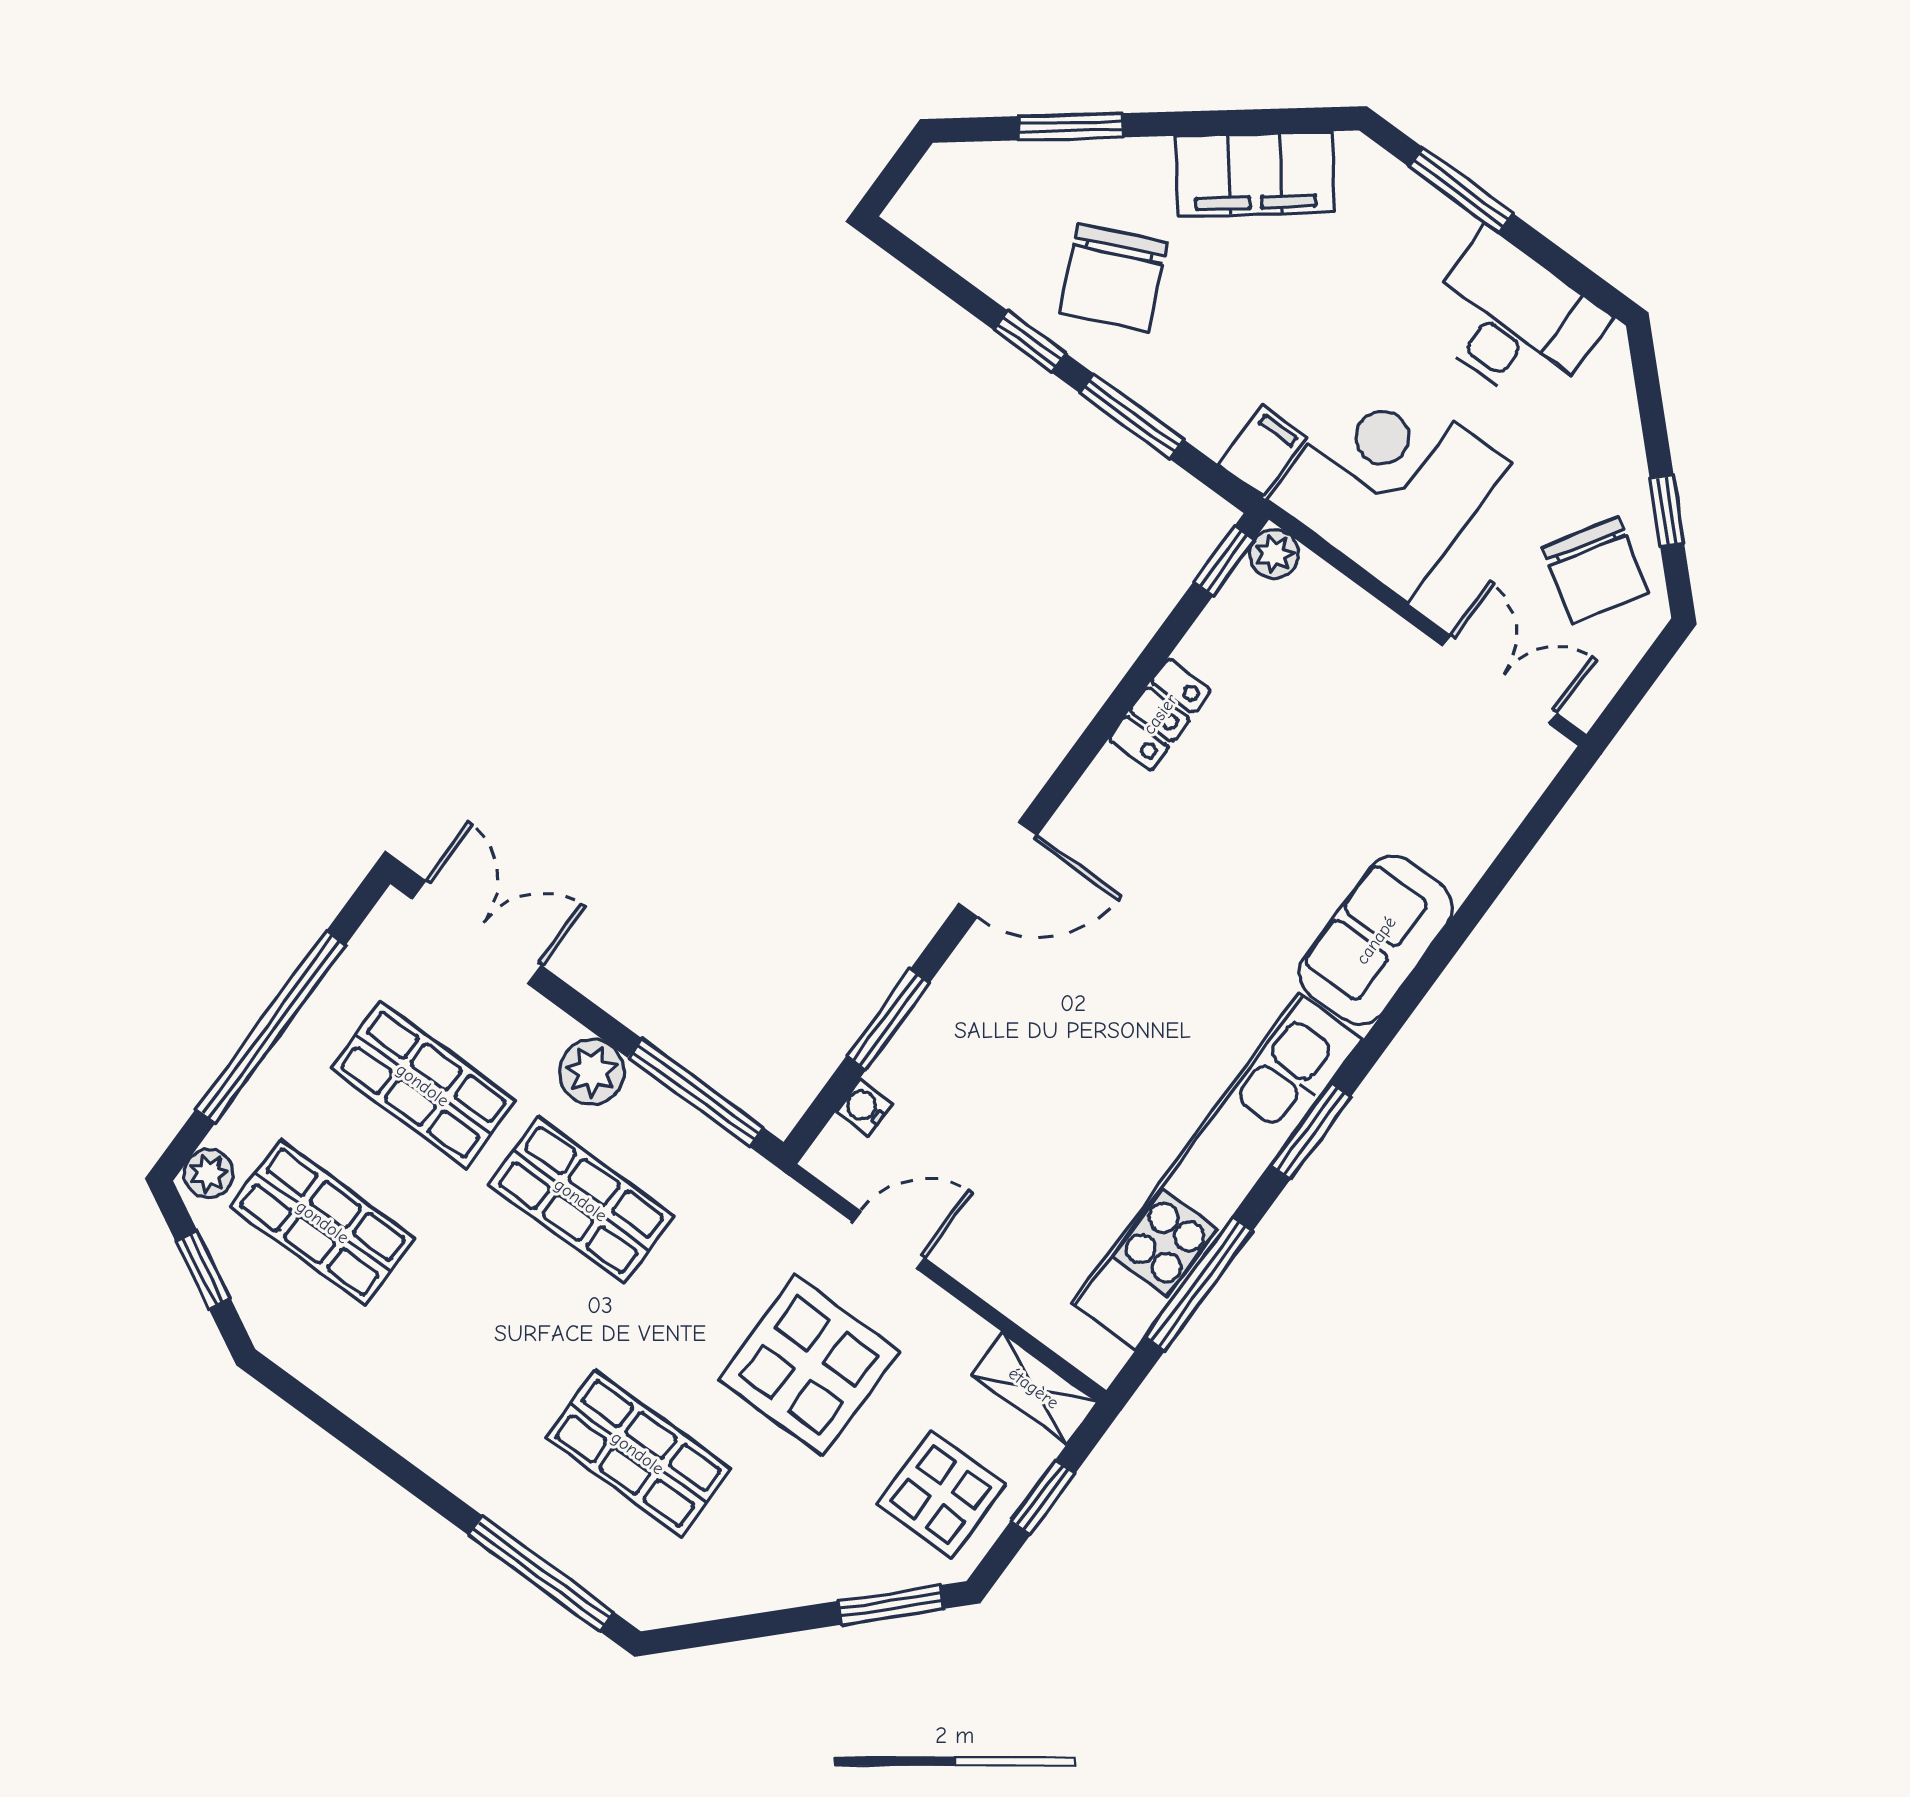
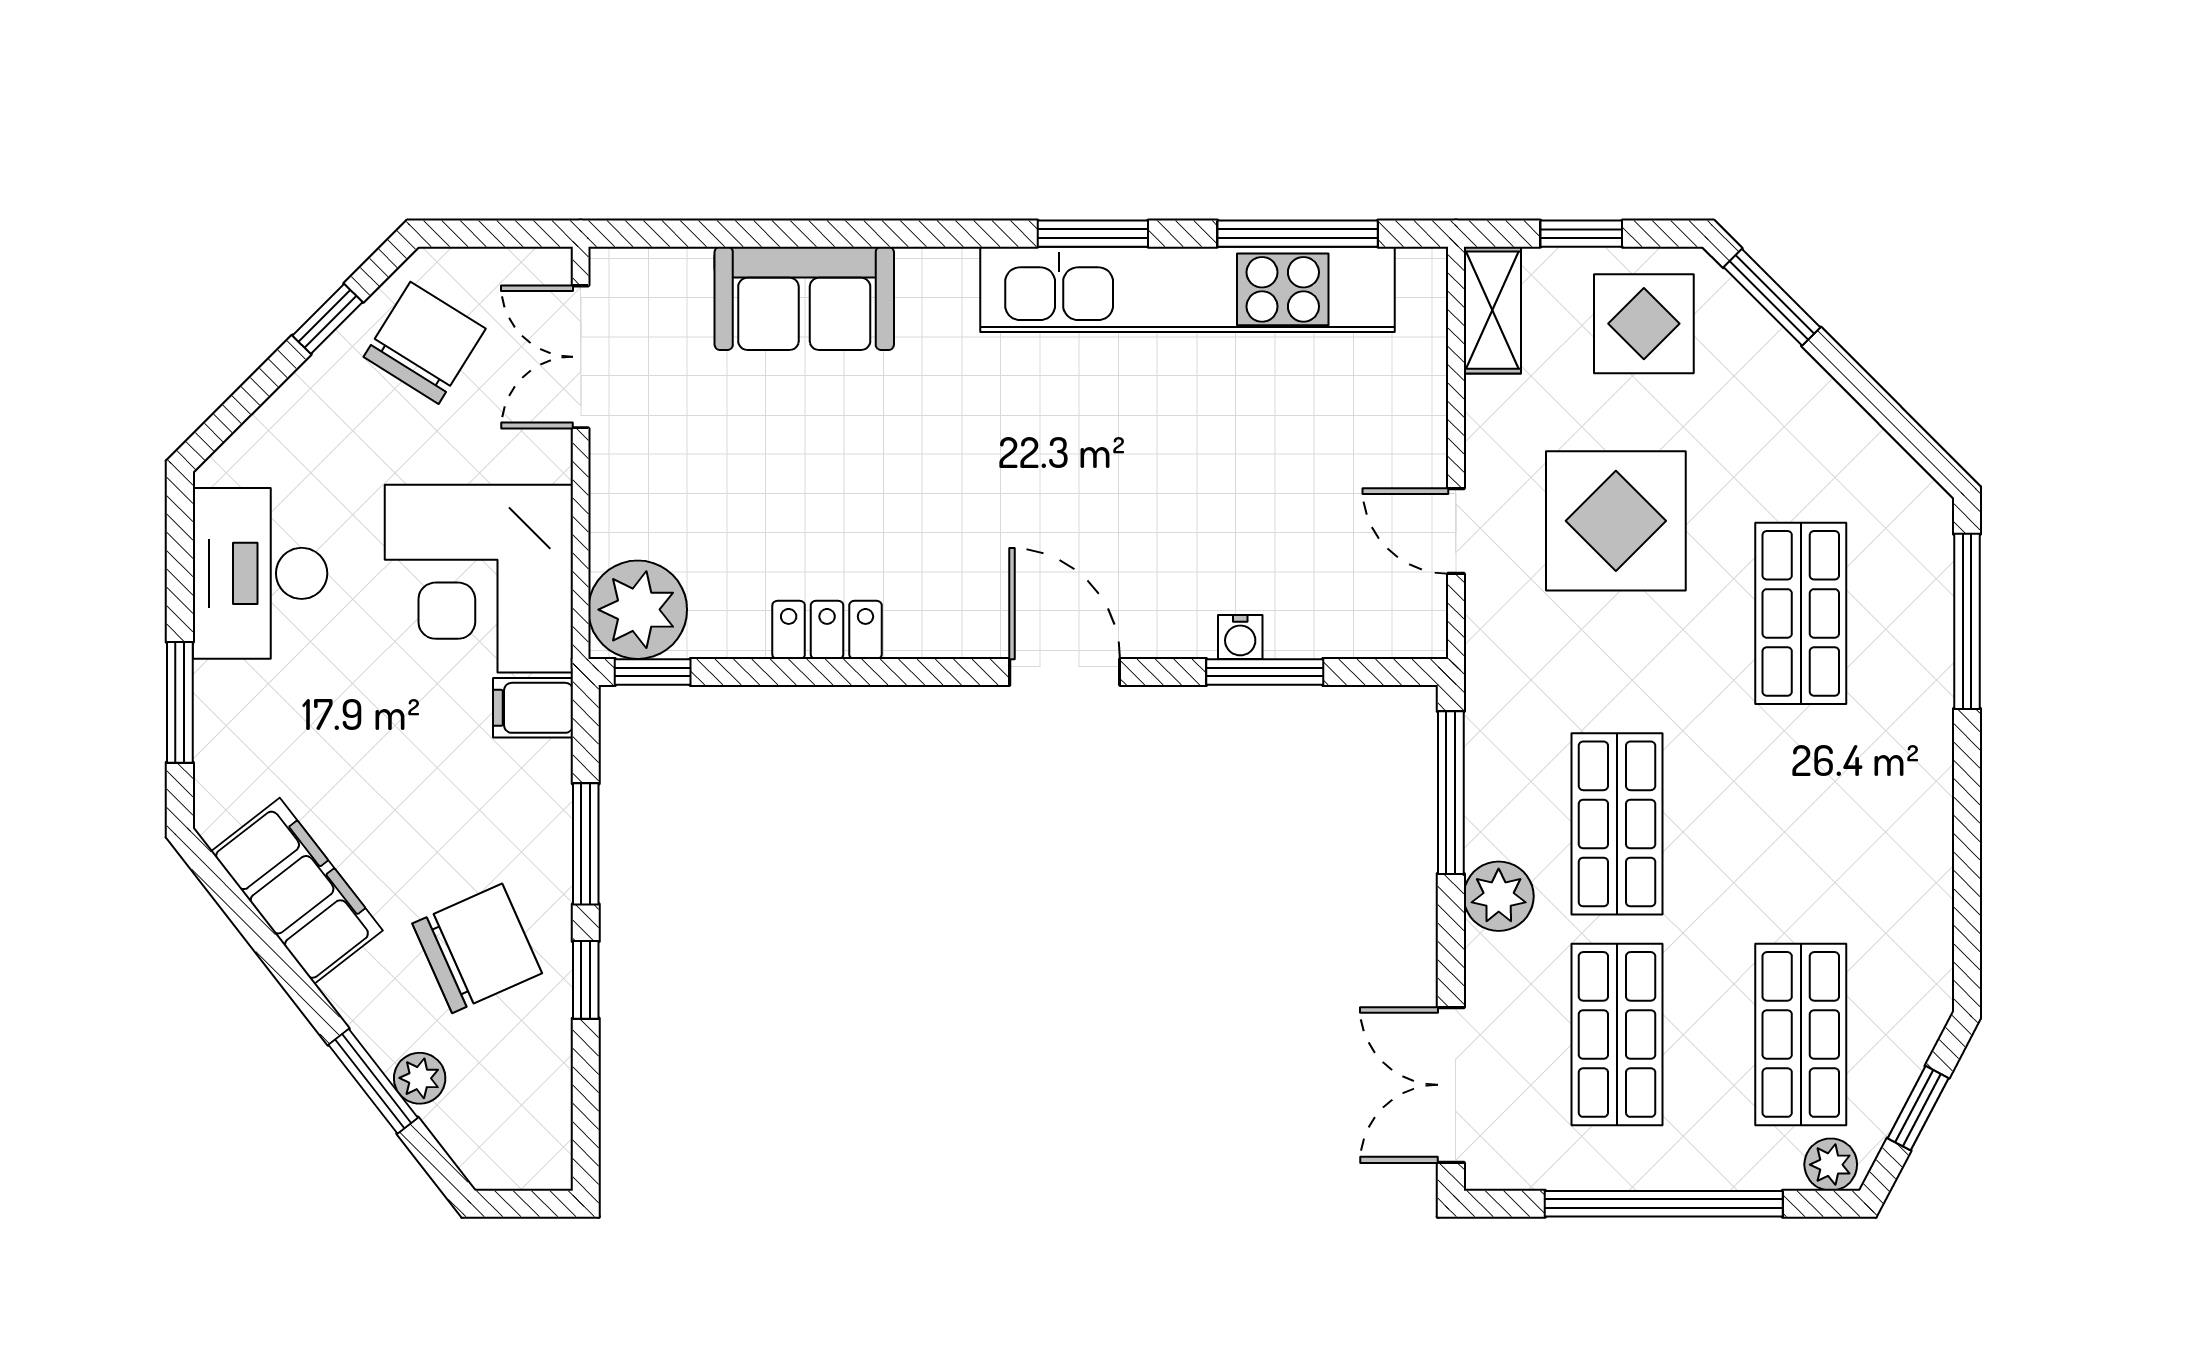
plant: (1047, 163) -> (420, 1078), added
plant: (1274, 554) -> (638, 610), width x1.88, depth x1.88
sofa: (1376, 940) -> (804, 298), moved
water cooler: (864, 1107) -> (1240, 637), moved

